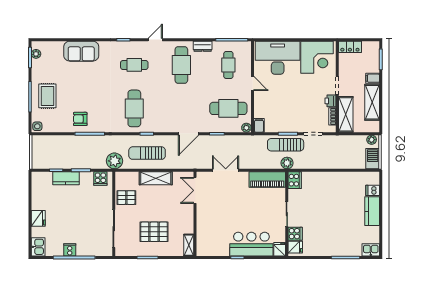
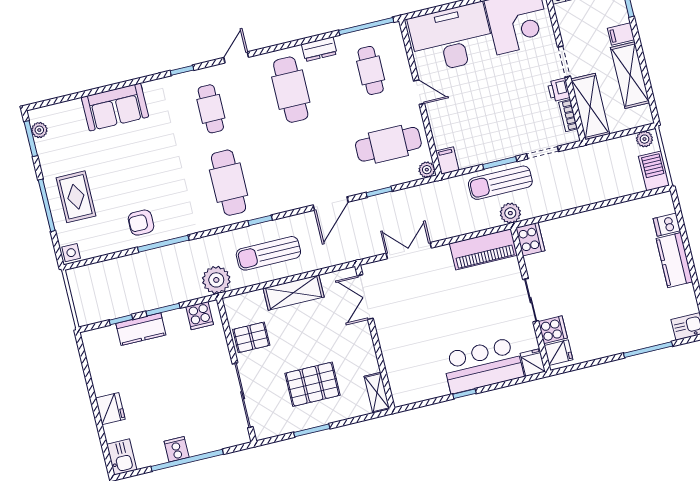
cafe table: (134, 65) -> (211, 109), turned 90

